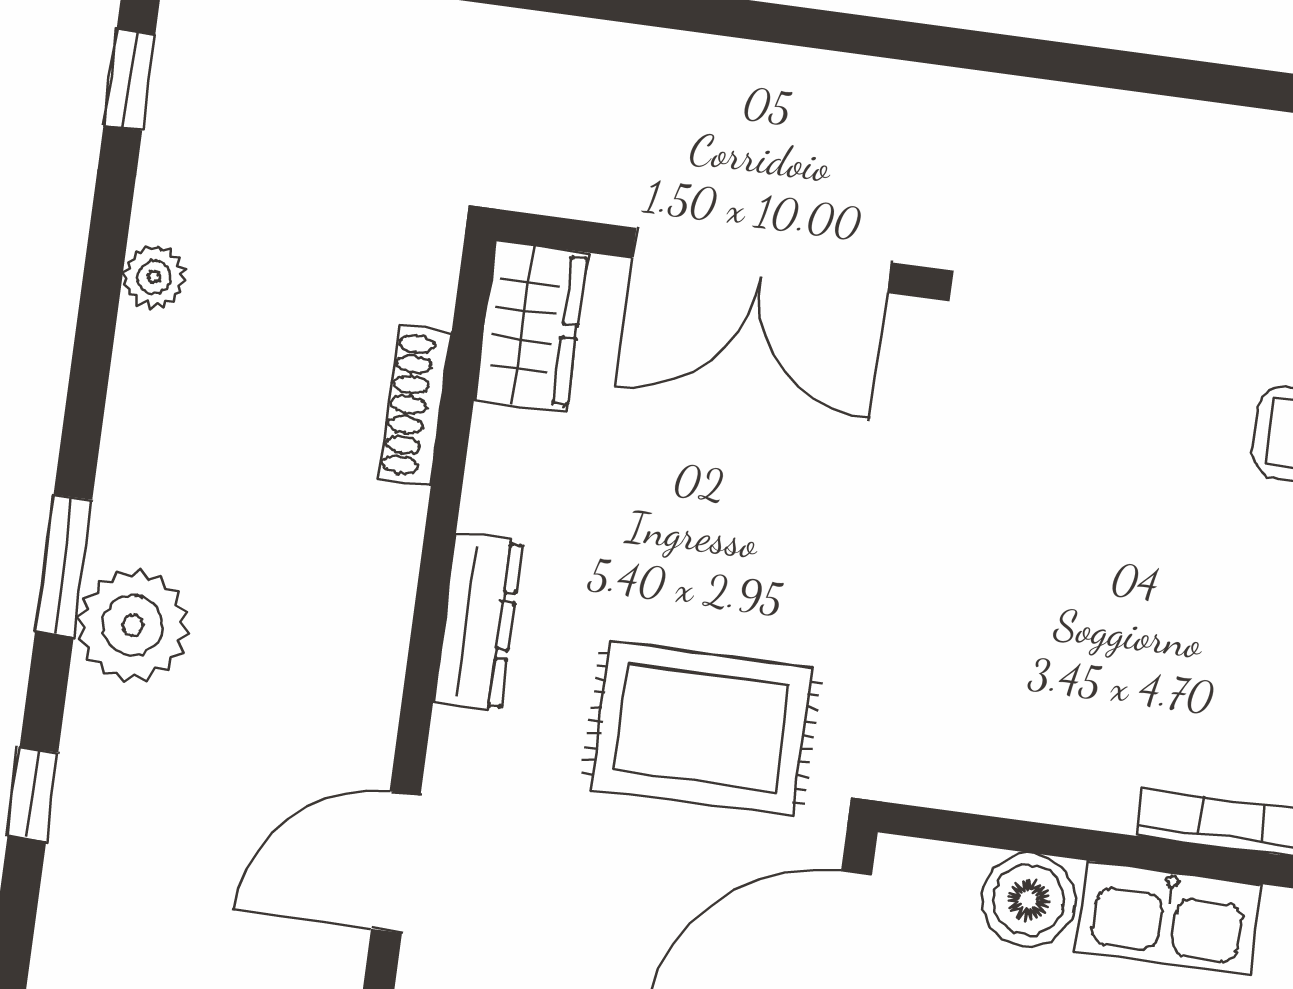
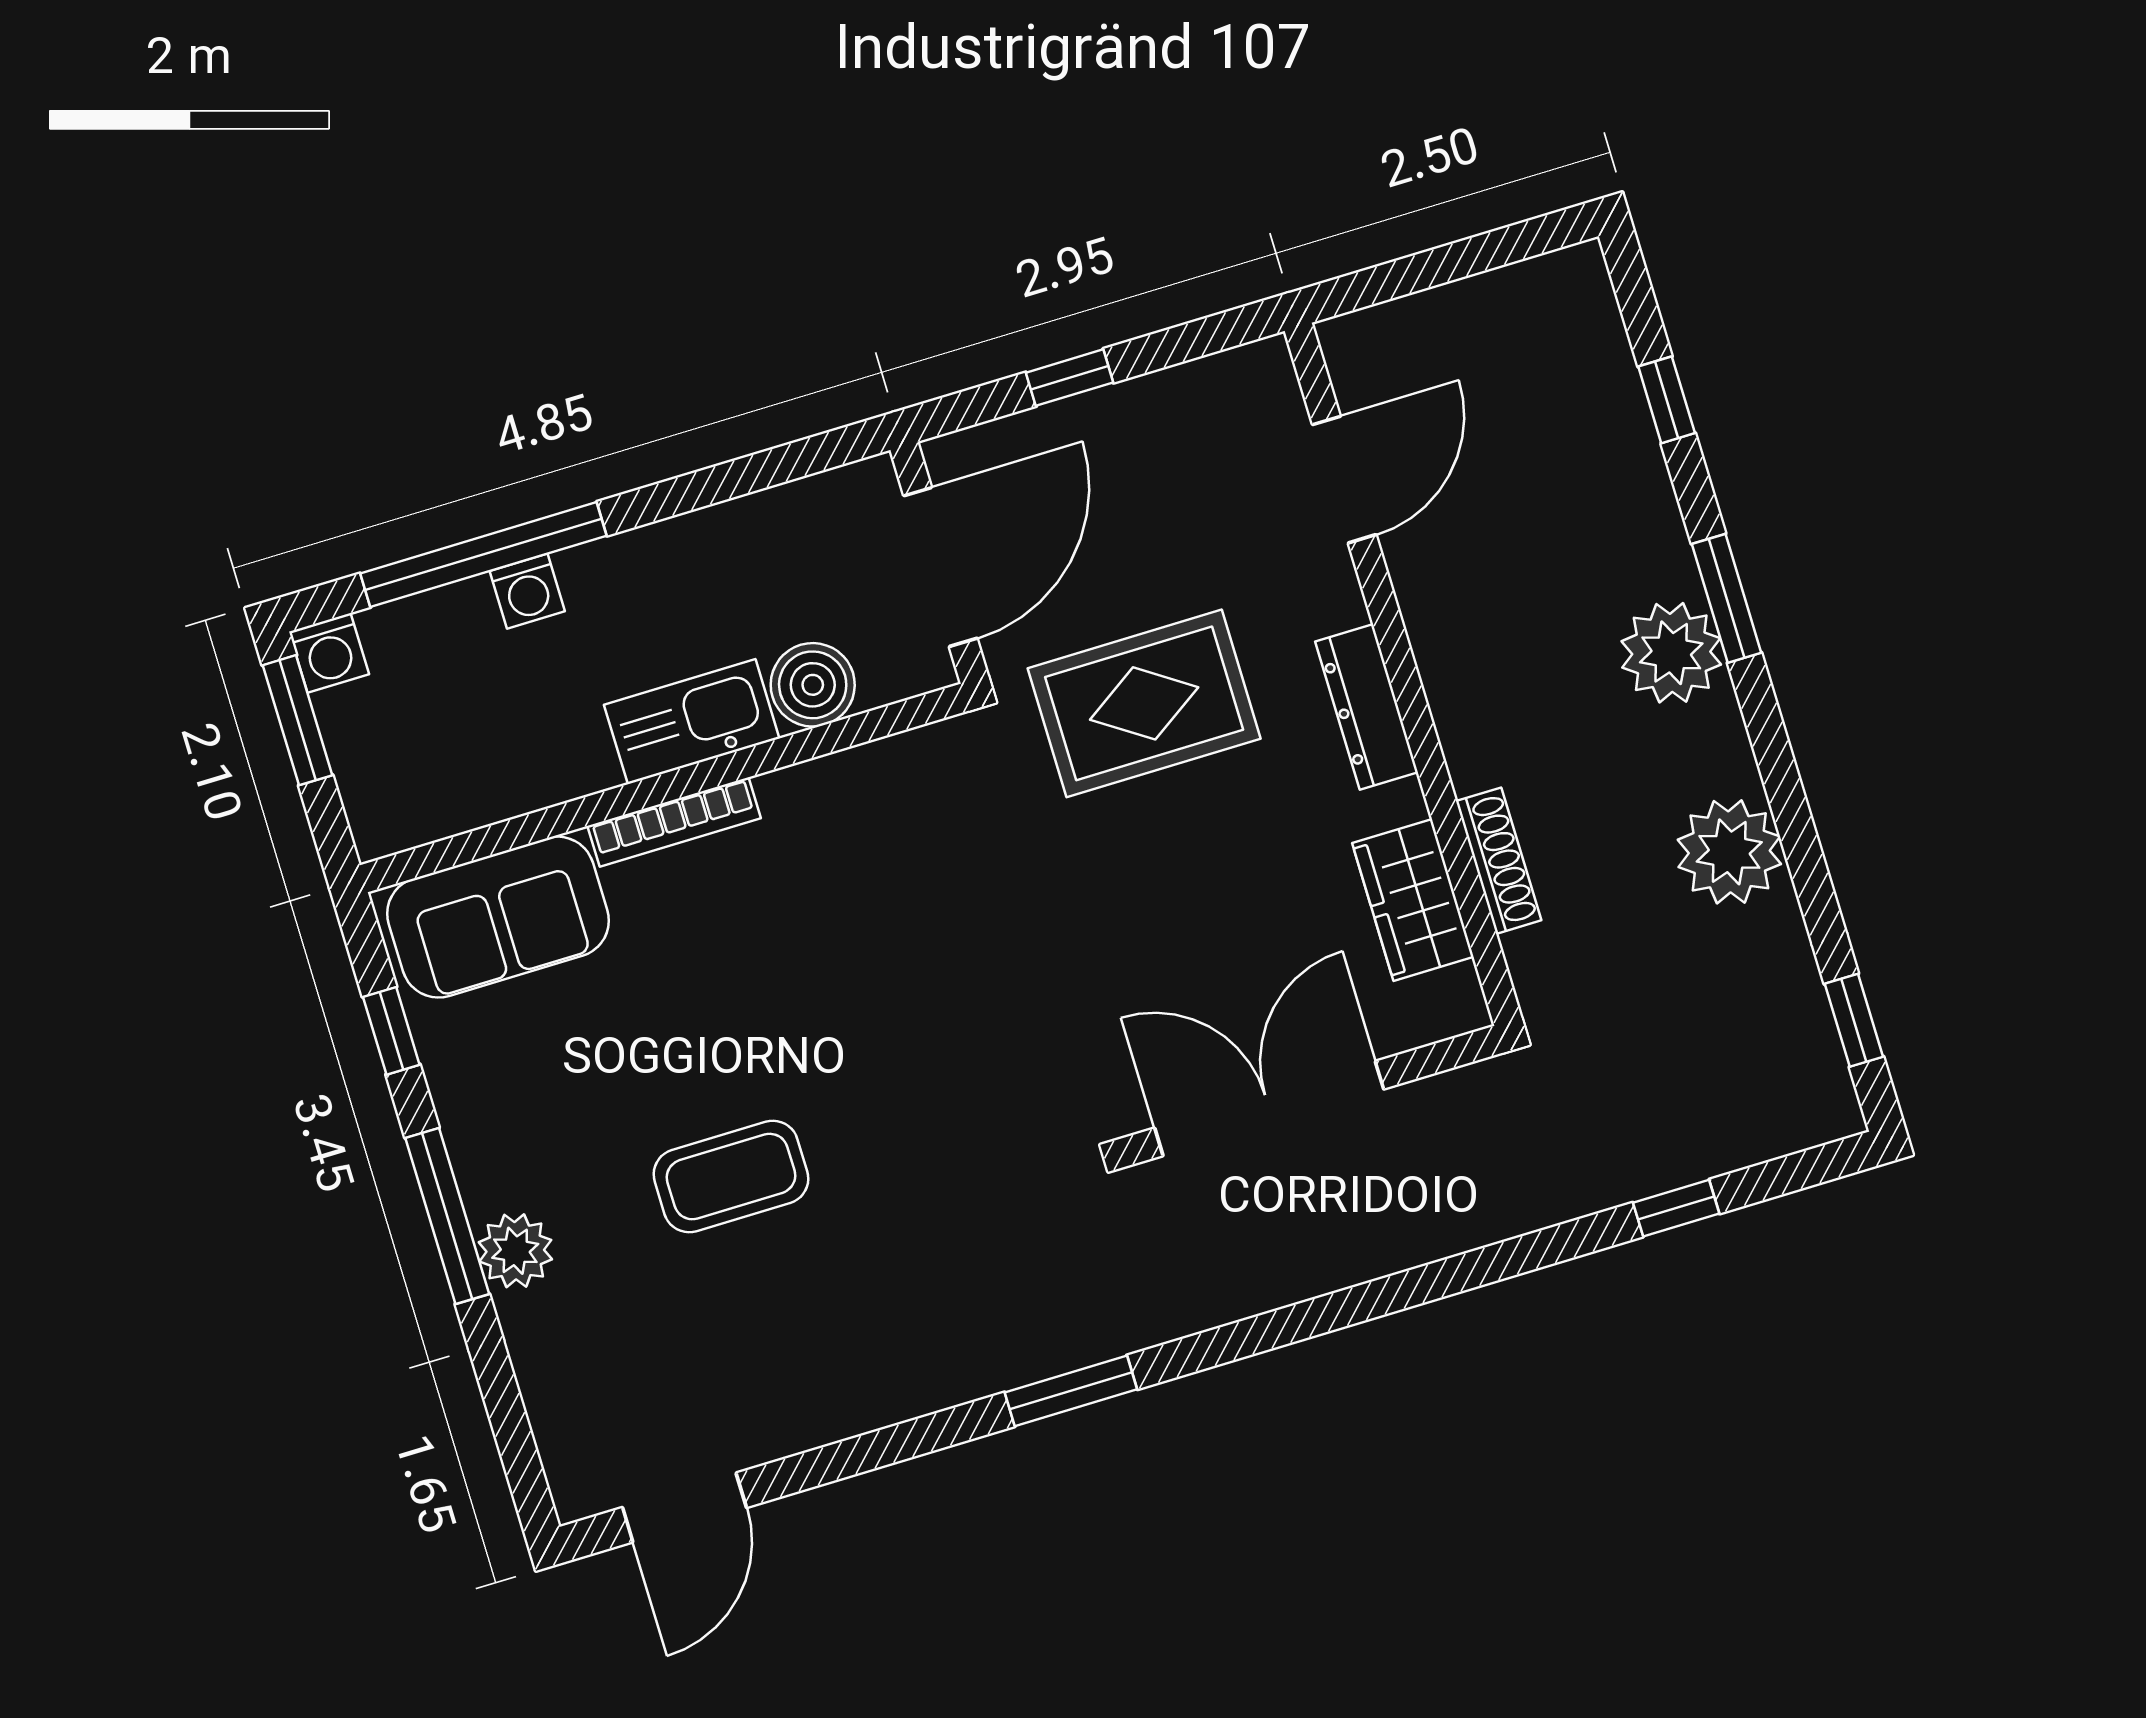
window: (1093, 66) -> (1071, 1391), added
plant: (154, 277) -> (1729, 852), width x1.87, depth x1.87
wardrobe: (531, 326) -> (1413, 900), moved
plant: (133, 625) -> (1671, 653), moved

